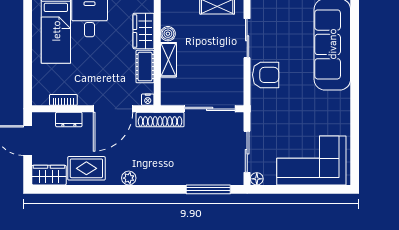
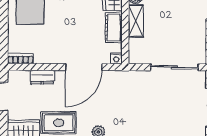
bookcase: (63, 100) -> (21, 59), moved
shoe rack: (160, 120) -> (128, 77), removed

